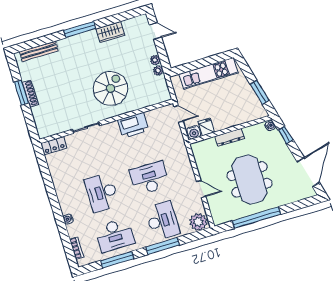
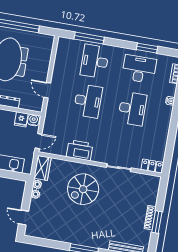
wardrobe: (110, 32) -> (42, 168), moved, turned 90
door: (178, 114) -> (38, 141), swing flipped
desk: (149, 178) -> (88, 101), turned -90
door: (201, 189) -> (47, 90), moved
plant: (198, 222) -> (66, 46), removed
window: (163, 246) -> (89, 38), moved
window: (117, 260) -> (147, 48), width x0.69

